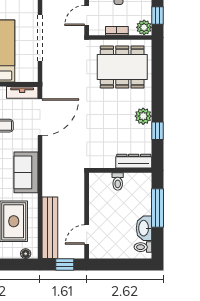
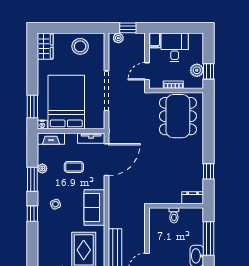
plant: (144, 27) -> (197, 70), moved
dining table: (122, 67) -> (178, 116), turned 90
plant: (143, 116) -> (196, 159), removed
dresser: (134, 161) -> (193, 198), width x0.70

